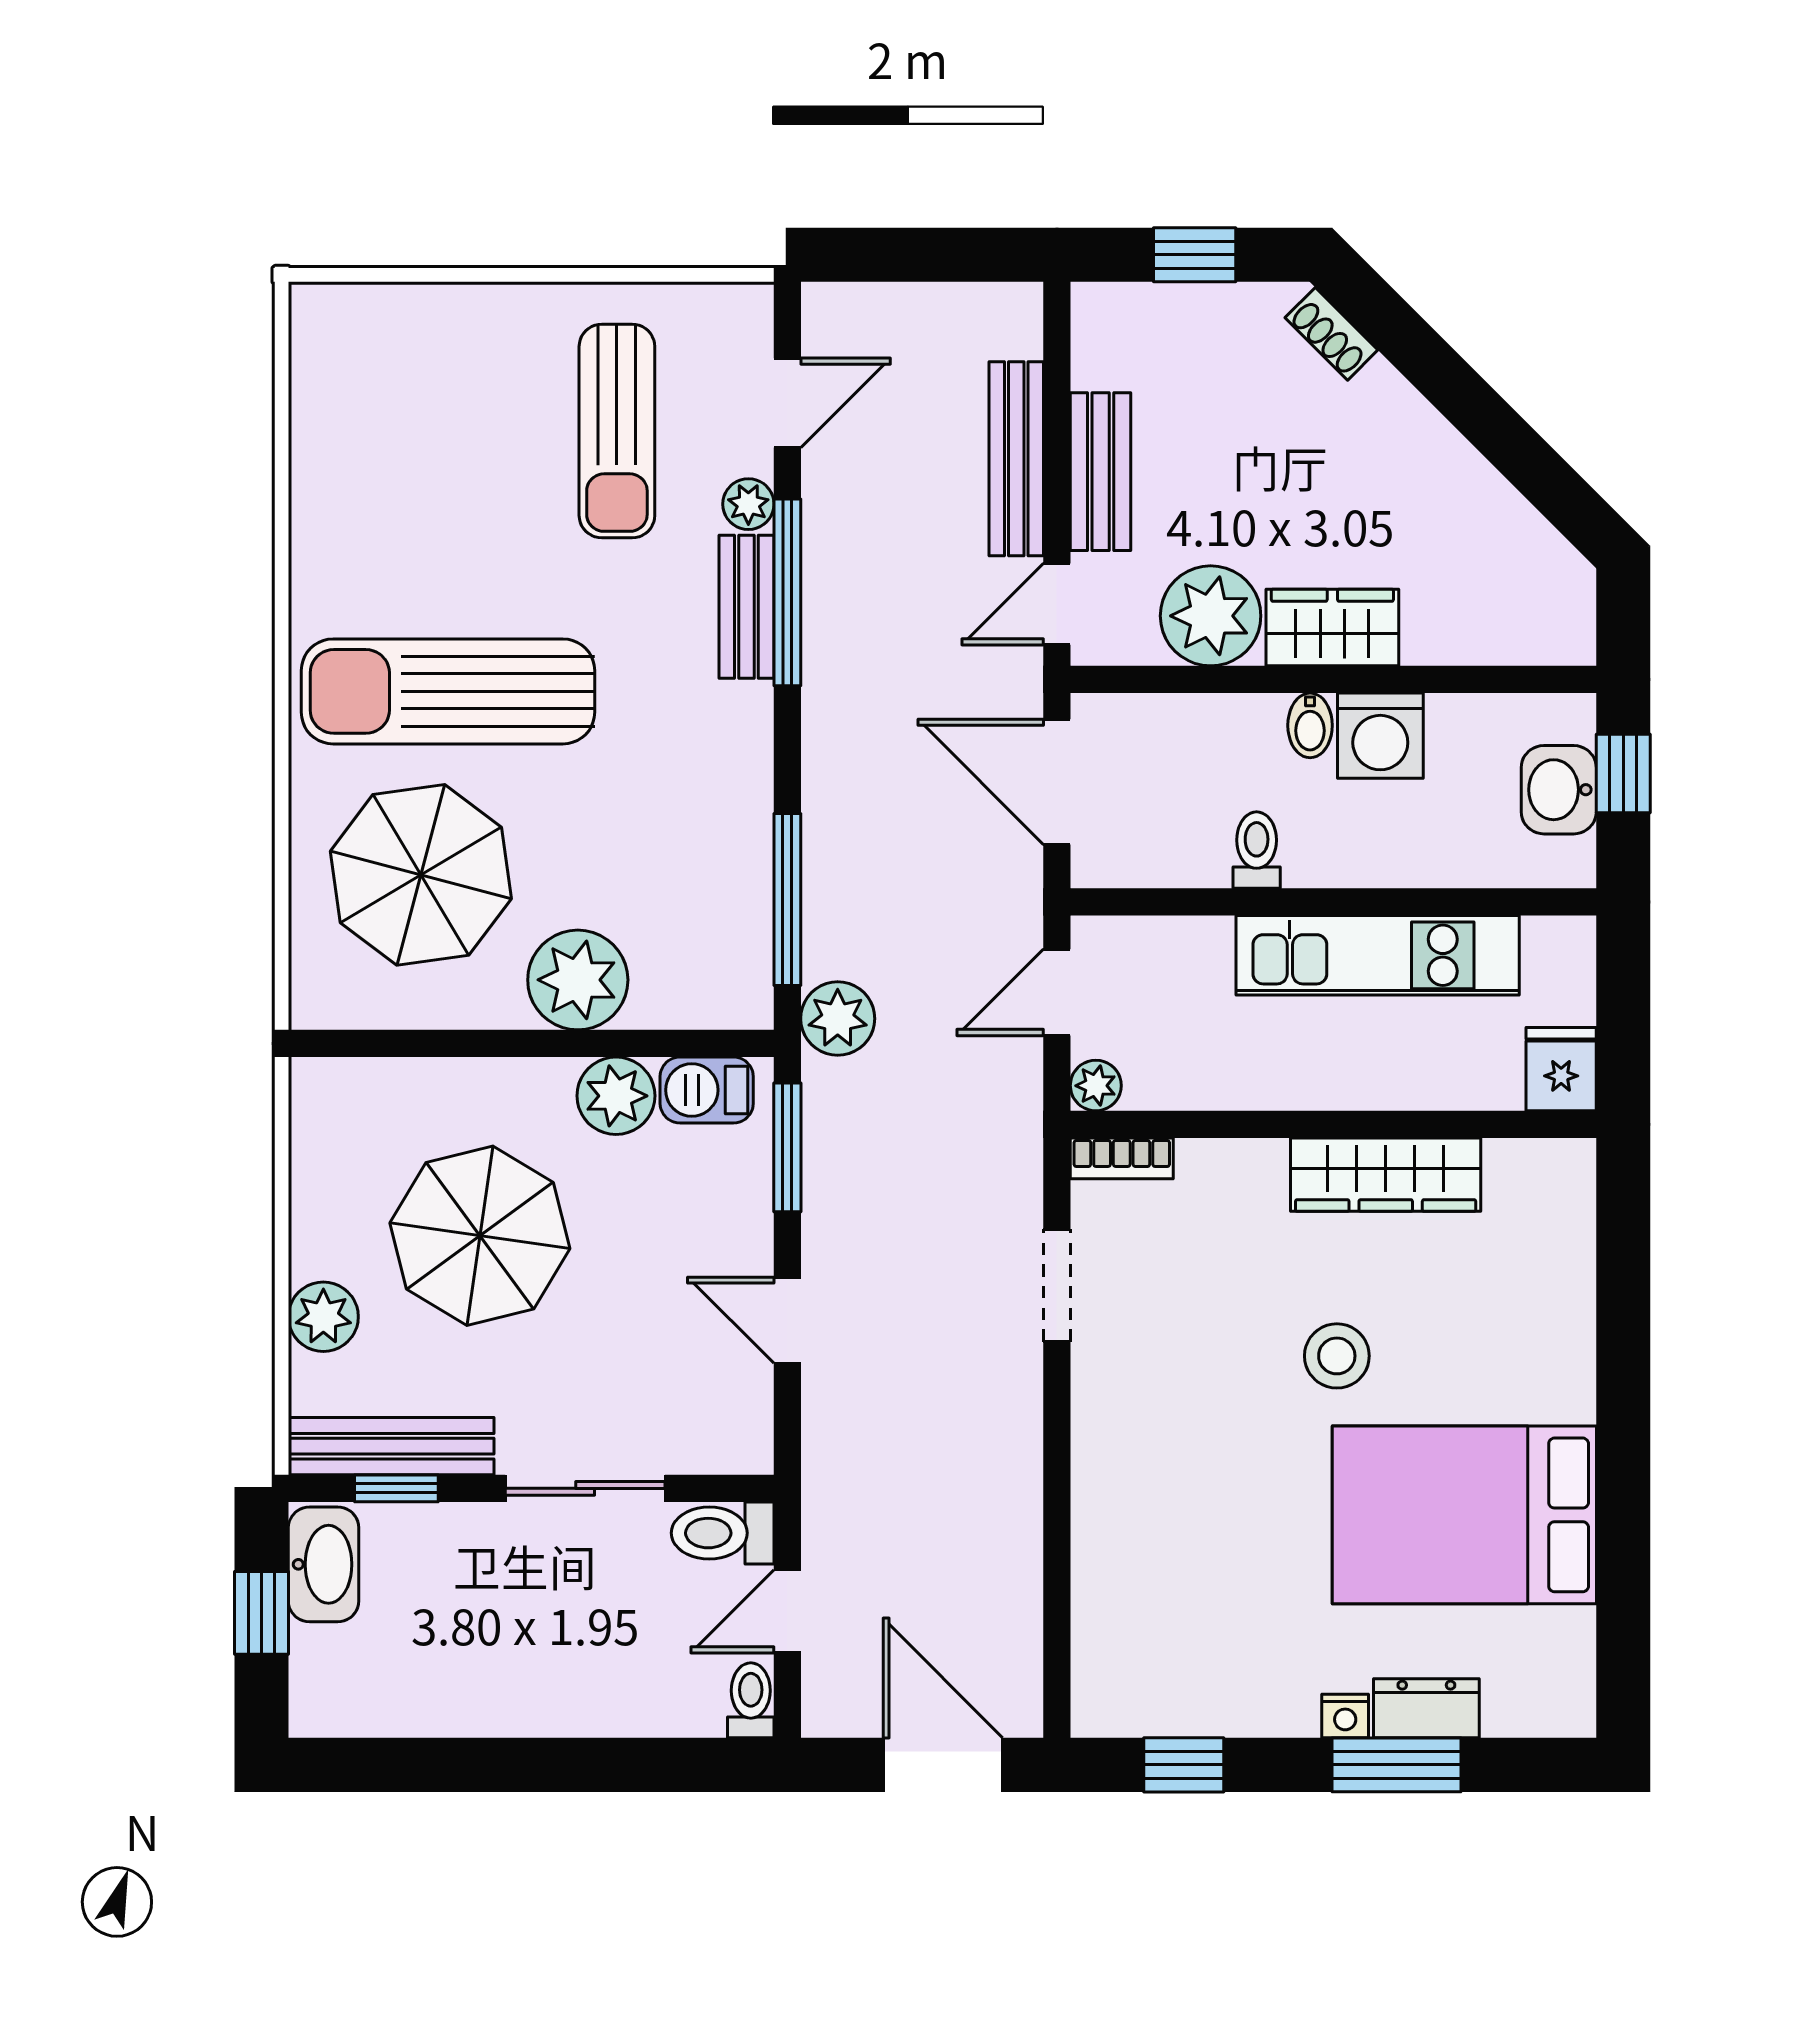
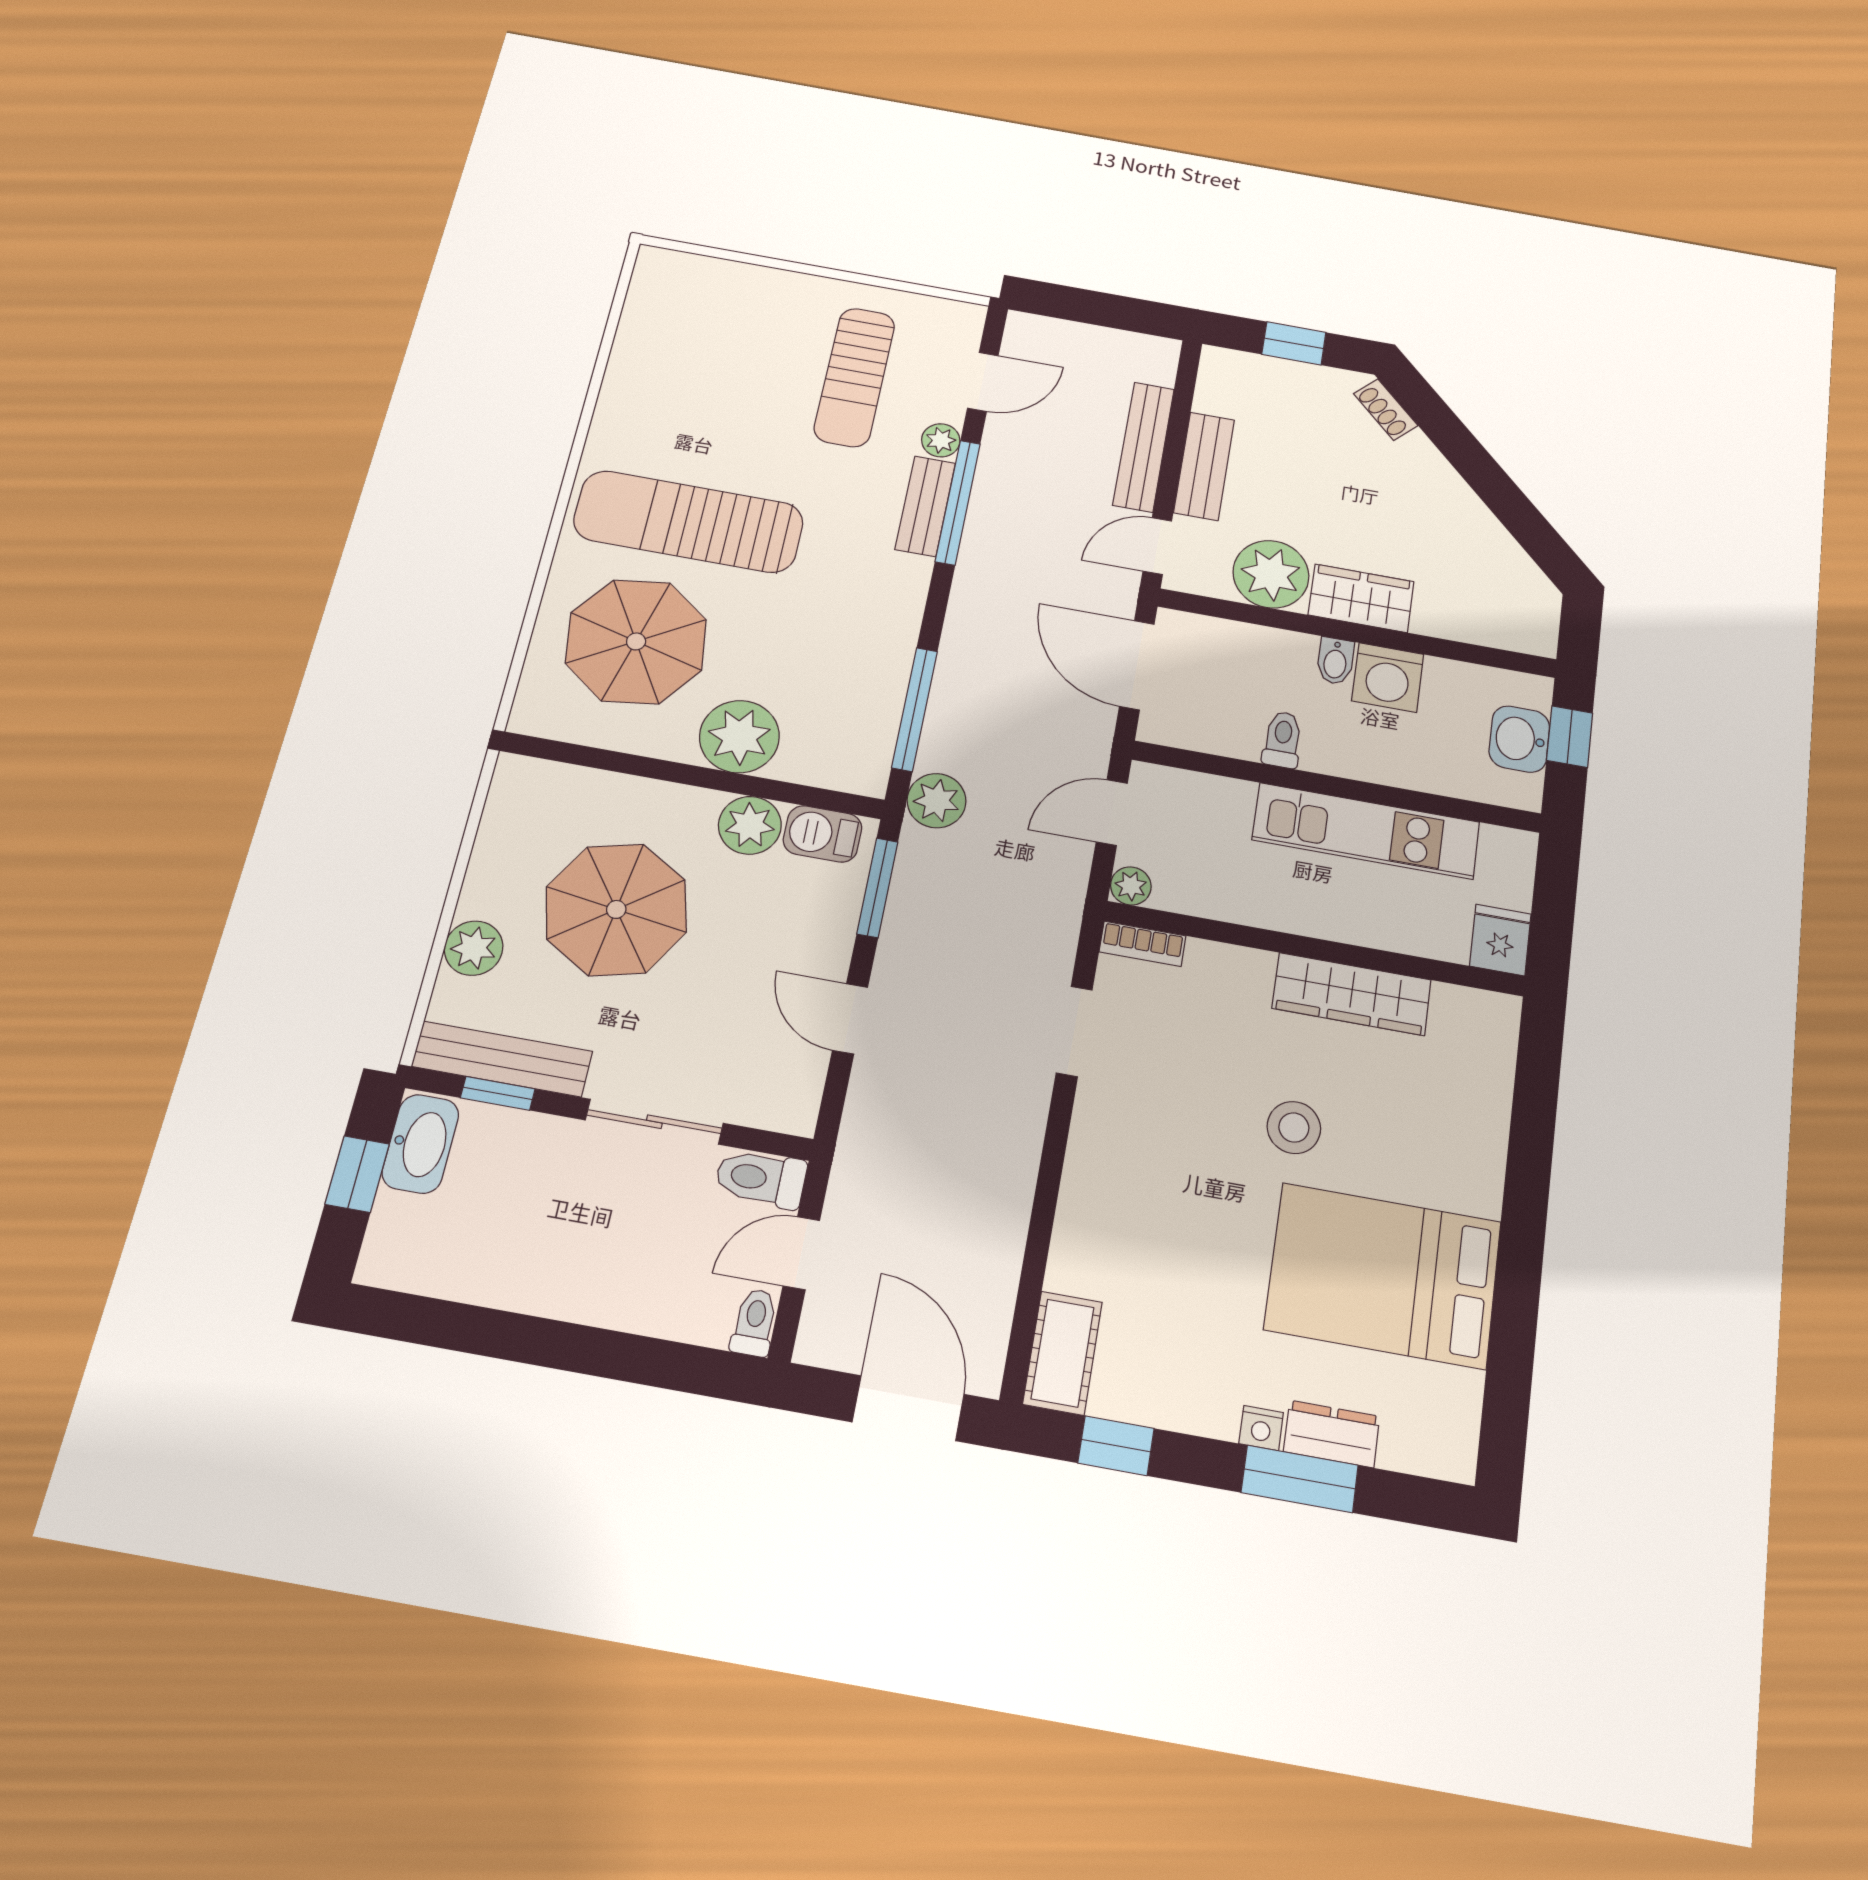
cot: (1106, 1672) -> (1063, 1353), added

